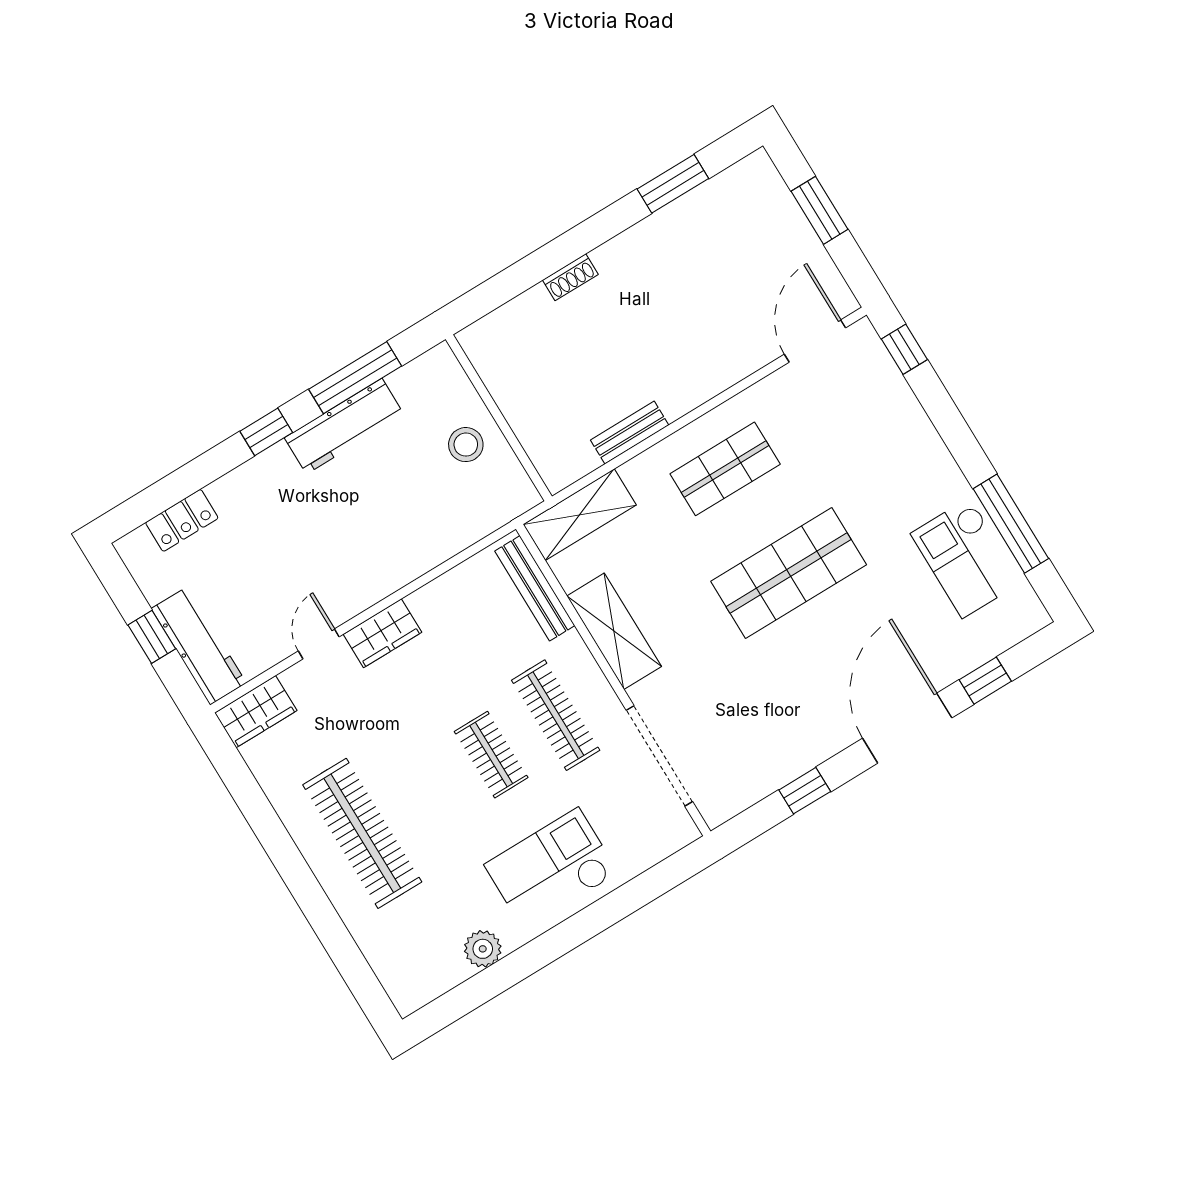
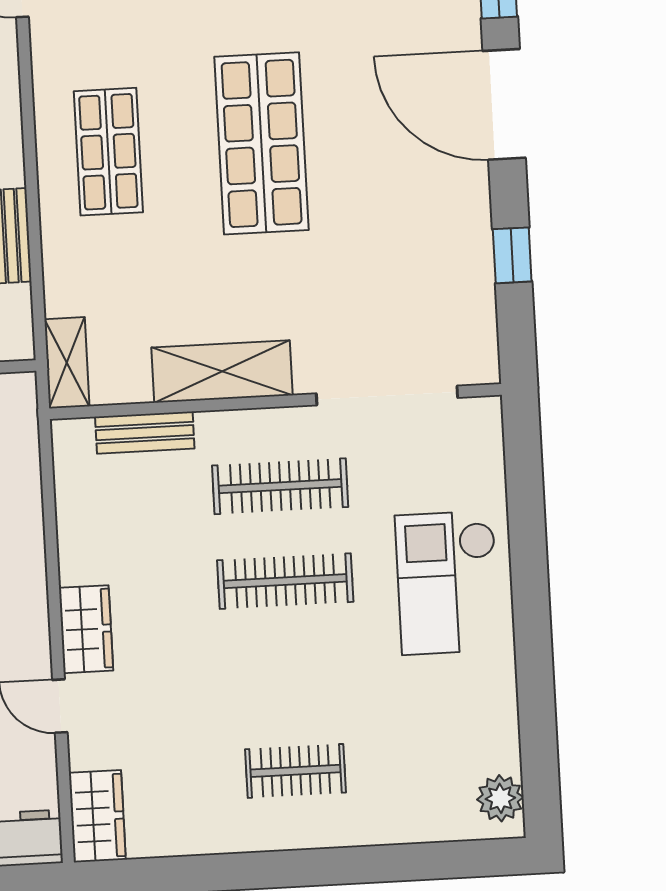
shelving: (580, 515) -> (67, 363), width x0.67, depth x0.75
bench: (535, 588) -> (145, 433), width x0.73
clothes rail: (491, 755) -> (285, 581), width x1.36
clothes rail: (362, 833) -> (296, 771), width x0.54, depth x0.76
plant: (483, 949) -> (500, 798), moved

